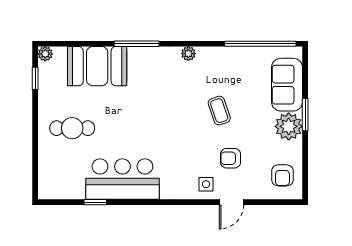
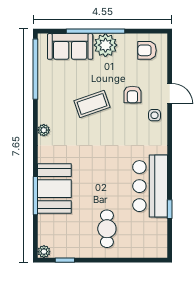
window: (137, 44) -> (35, 196), moved
booth: (97, 66) -> (54, 189), moved
coffee table: (219, 111) -> (92, 104), width x1.36, depth x1.30
window: (305, 115) -> (96, 31), width x2.11
armchair: (282, 175) -> (147, 50), turned 180

